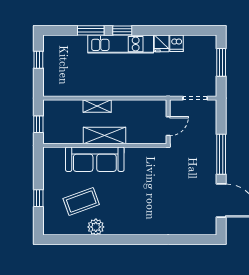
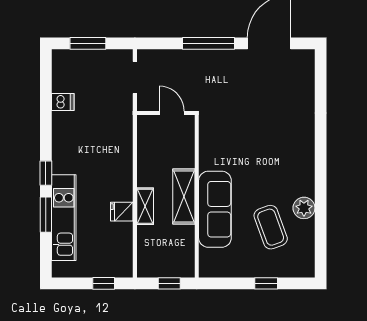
fridge: (162, 43) -> (122, 212), moved, turned 180
kitchen unit: (121, 44) -> (64, 218), moved
window: (38, 60) -> (104, 283), moved

